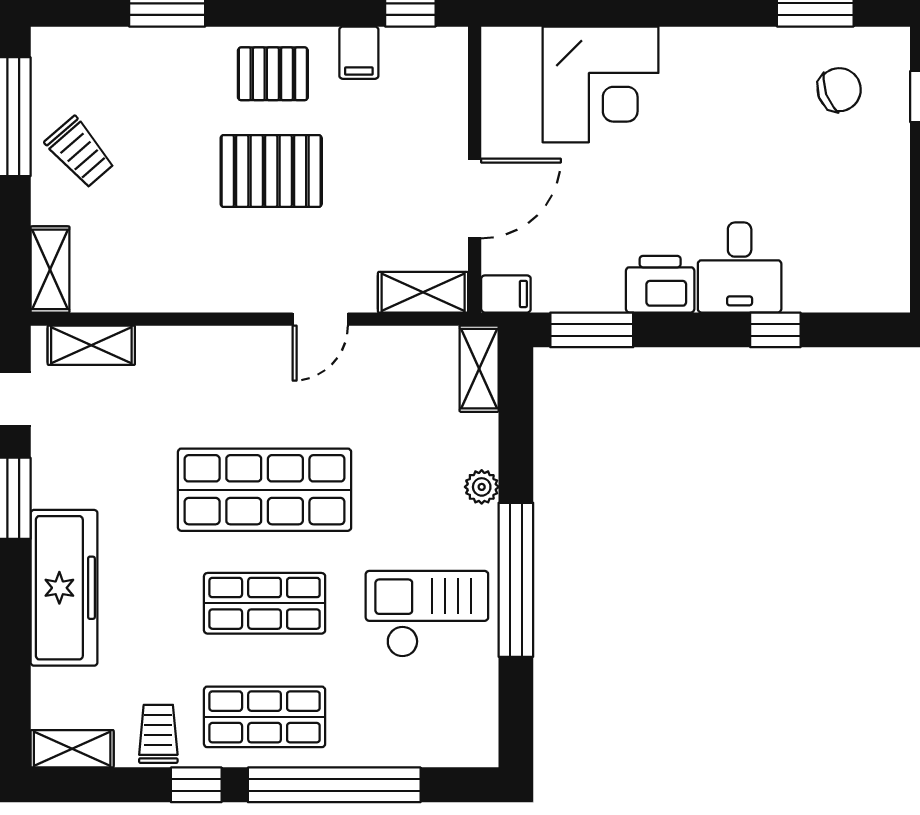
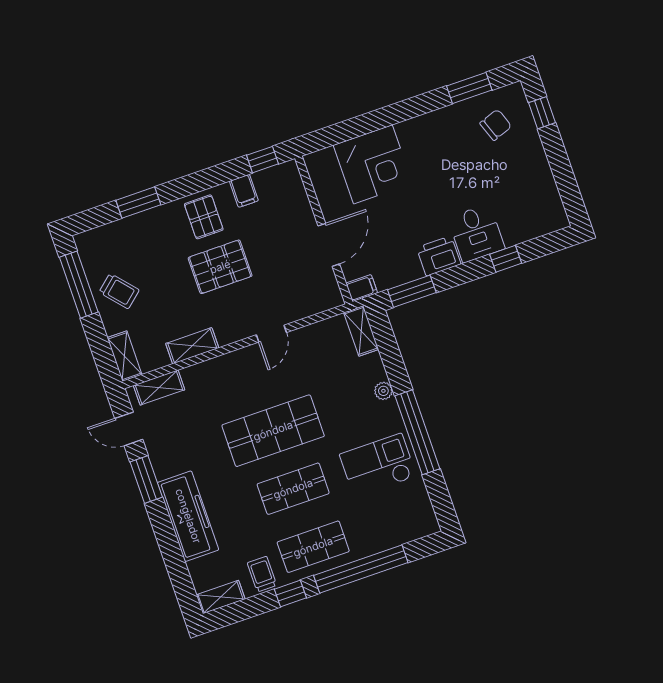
pallet: (273, 74) -> (204, 217), turned 90
shelving: (423, 292) -> (192, 346), moved

